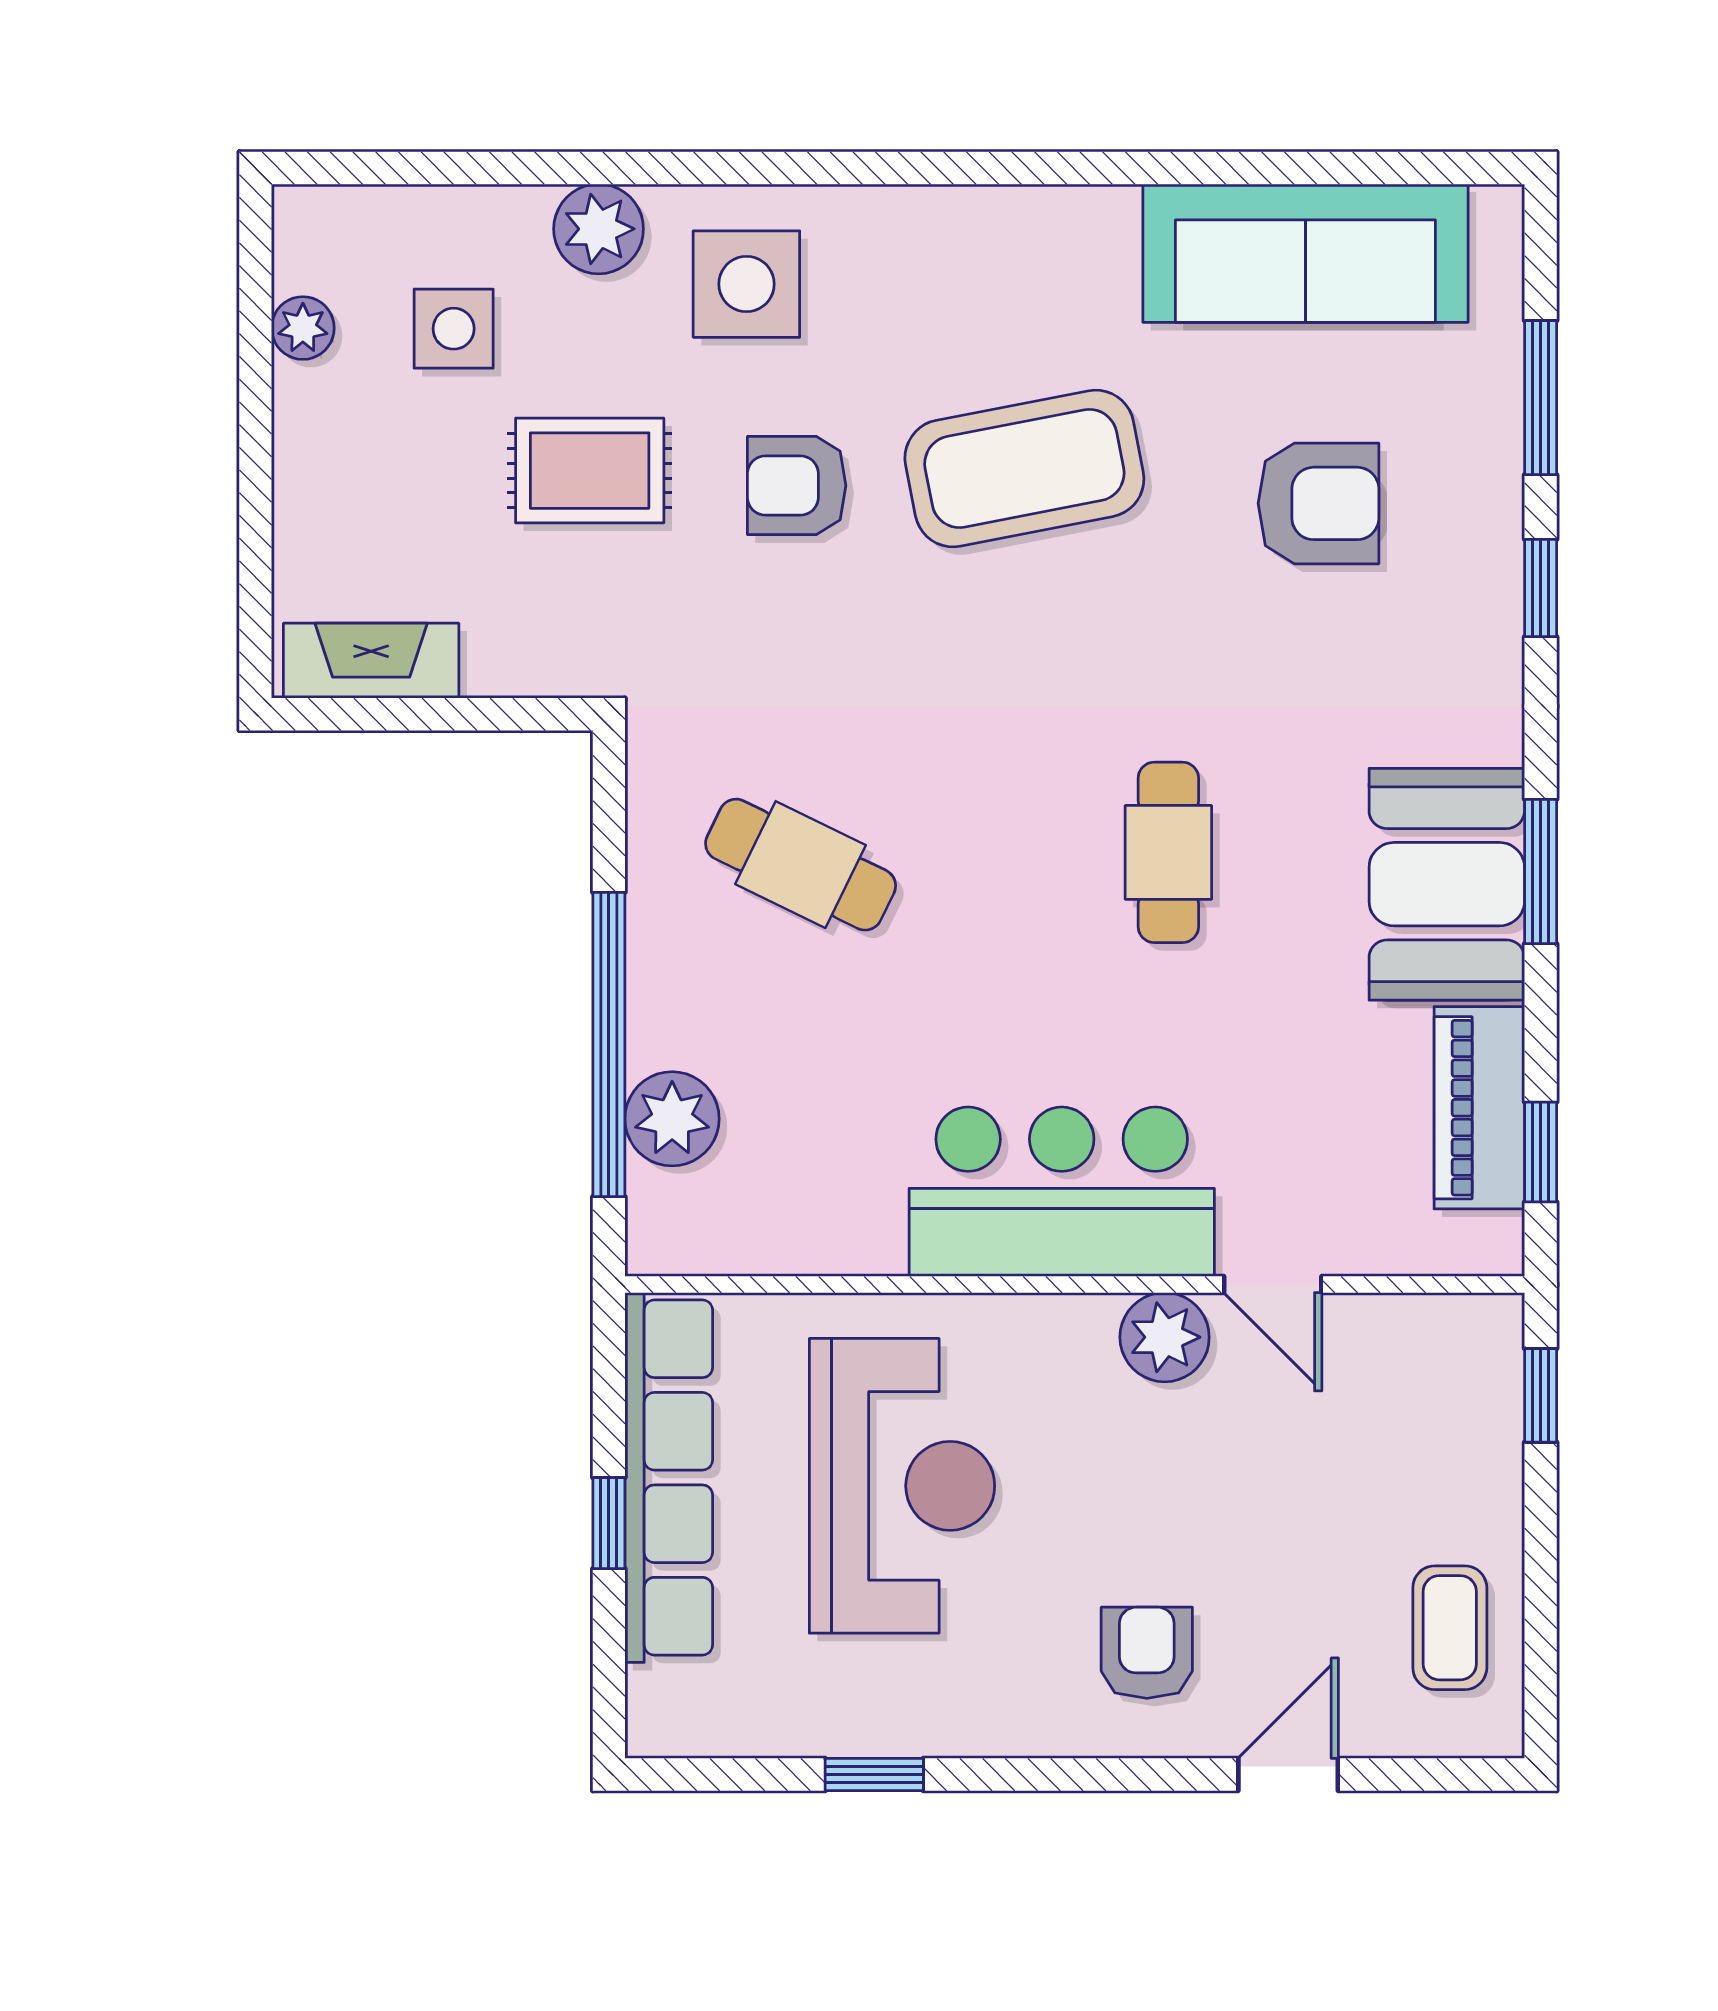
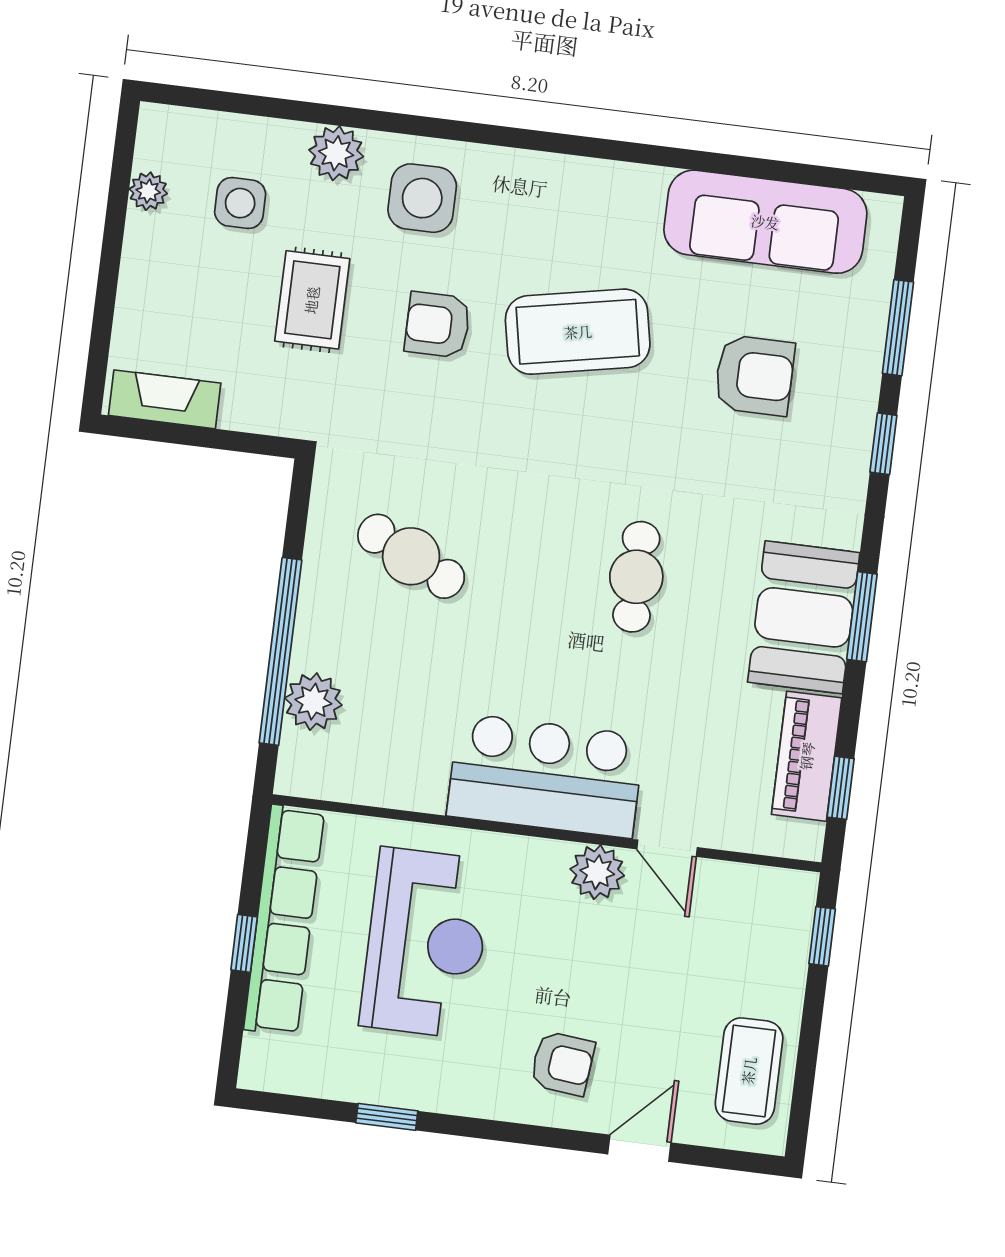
rug: (590, 471) -> (312, 300), turned 90
coffee table: (1450, 1628) -> (749, 1071), width x1.36, depth x1.30
armchair: (1147, 1653) -> (562, 1063), turned 96

